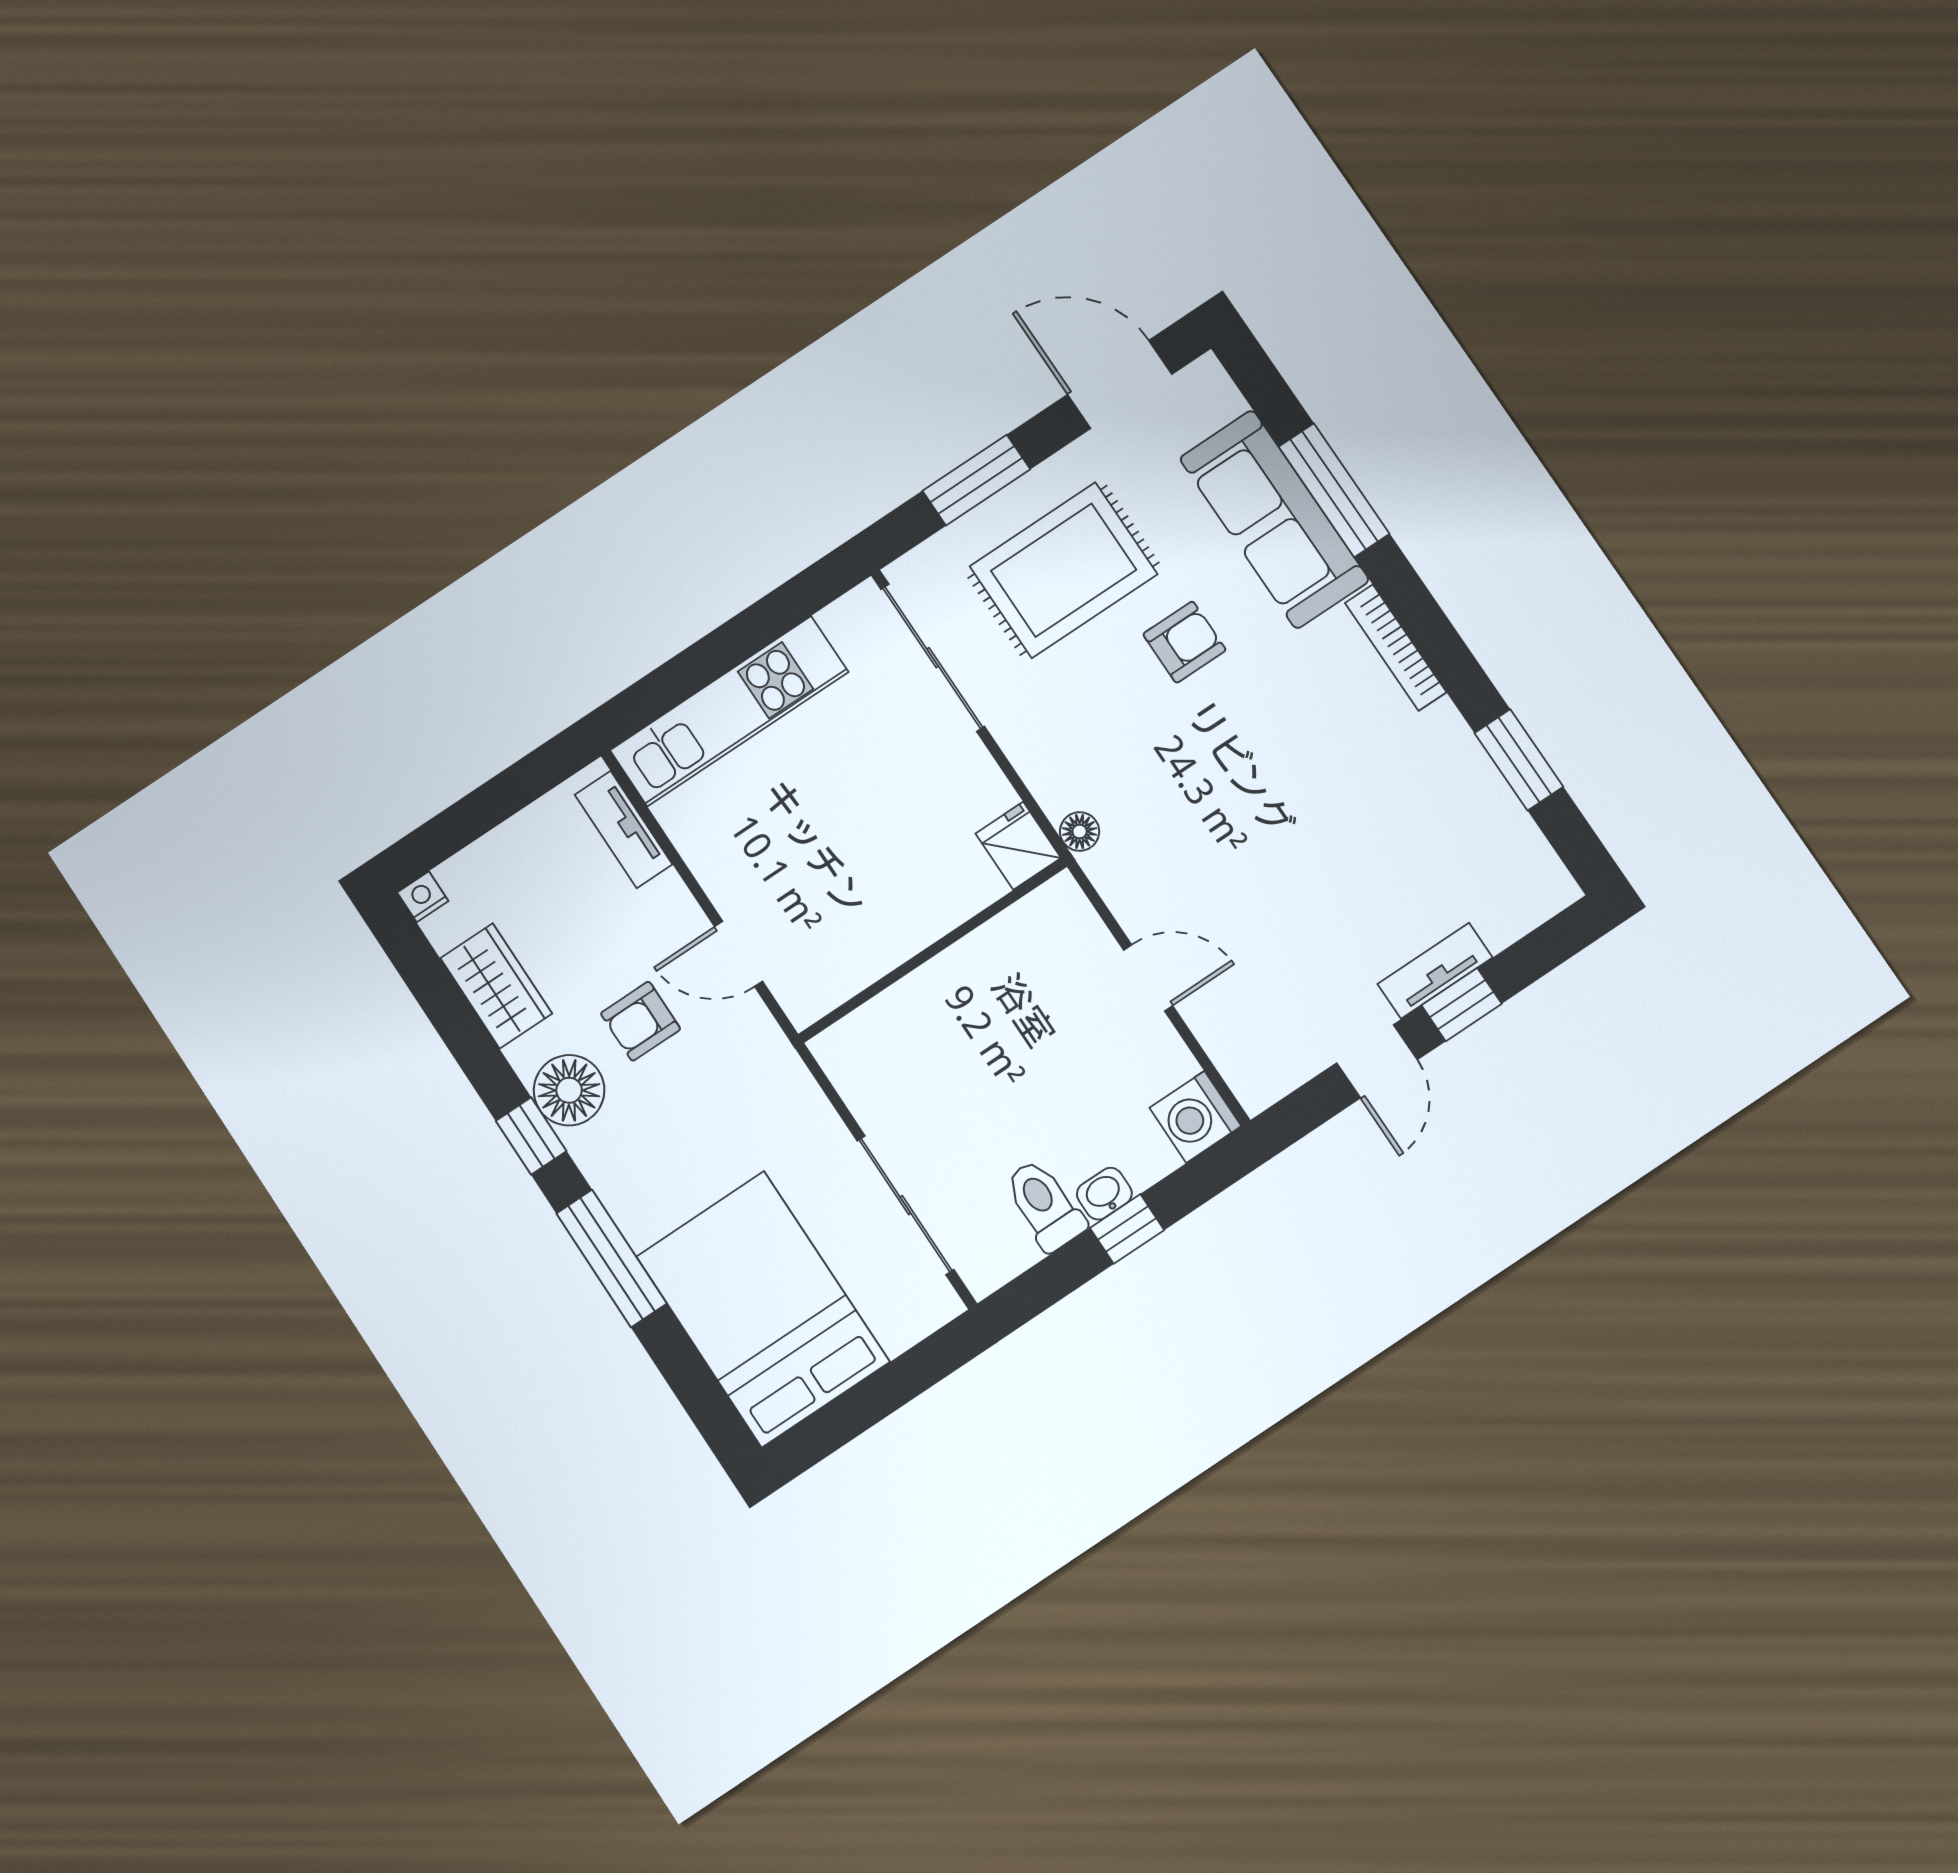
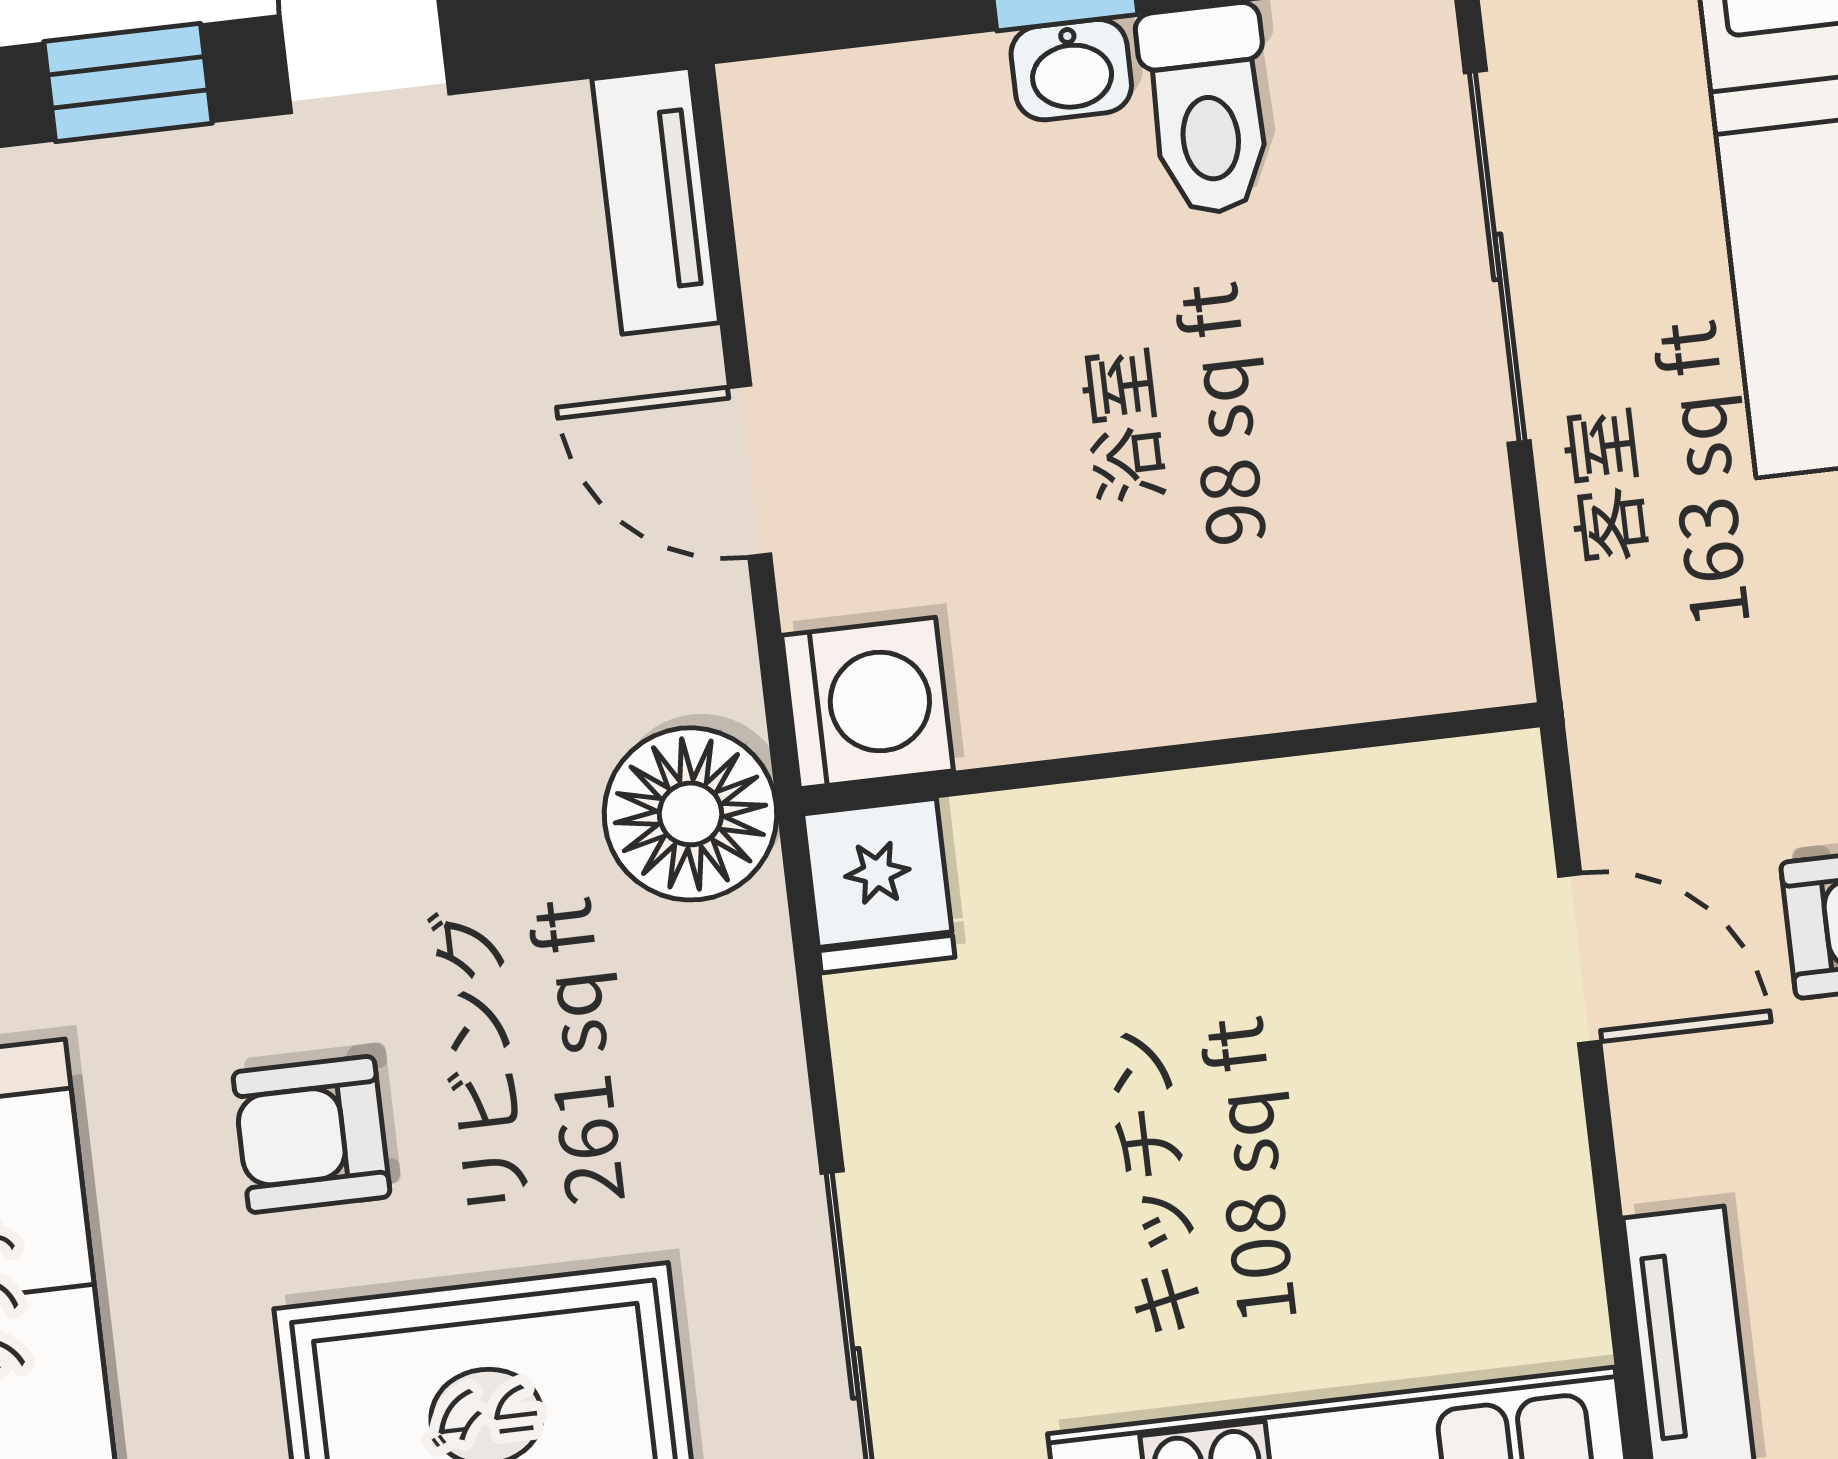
floor lamp: (1080, 832) -> (690, 814), width x1.89, depth x1.89
tv unit: (1435, 971) -> (656, 201), moved, turned 90
washing machine: (1195, 1117) -> (868, 703), moved

